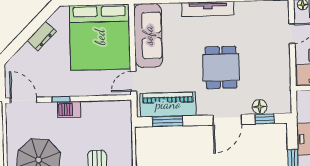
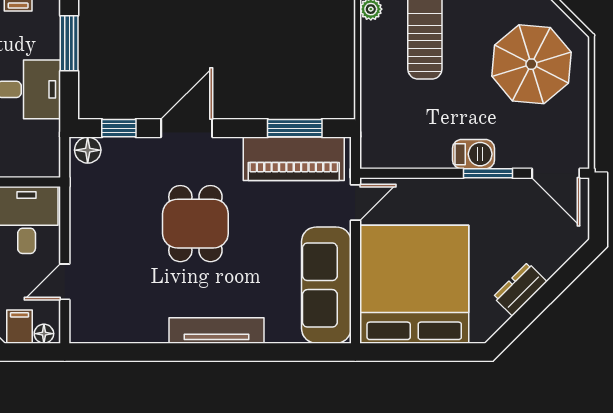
window: (61, 99) -> (488, 173), width x1.50
floor lamp: (260, 107) -> (88, 150), moved

